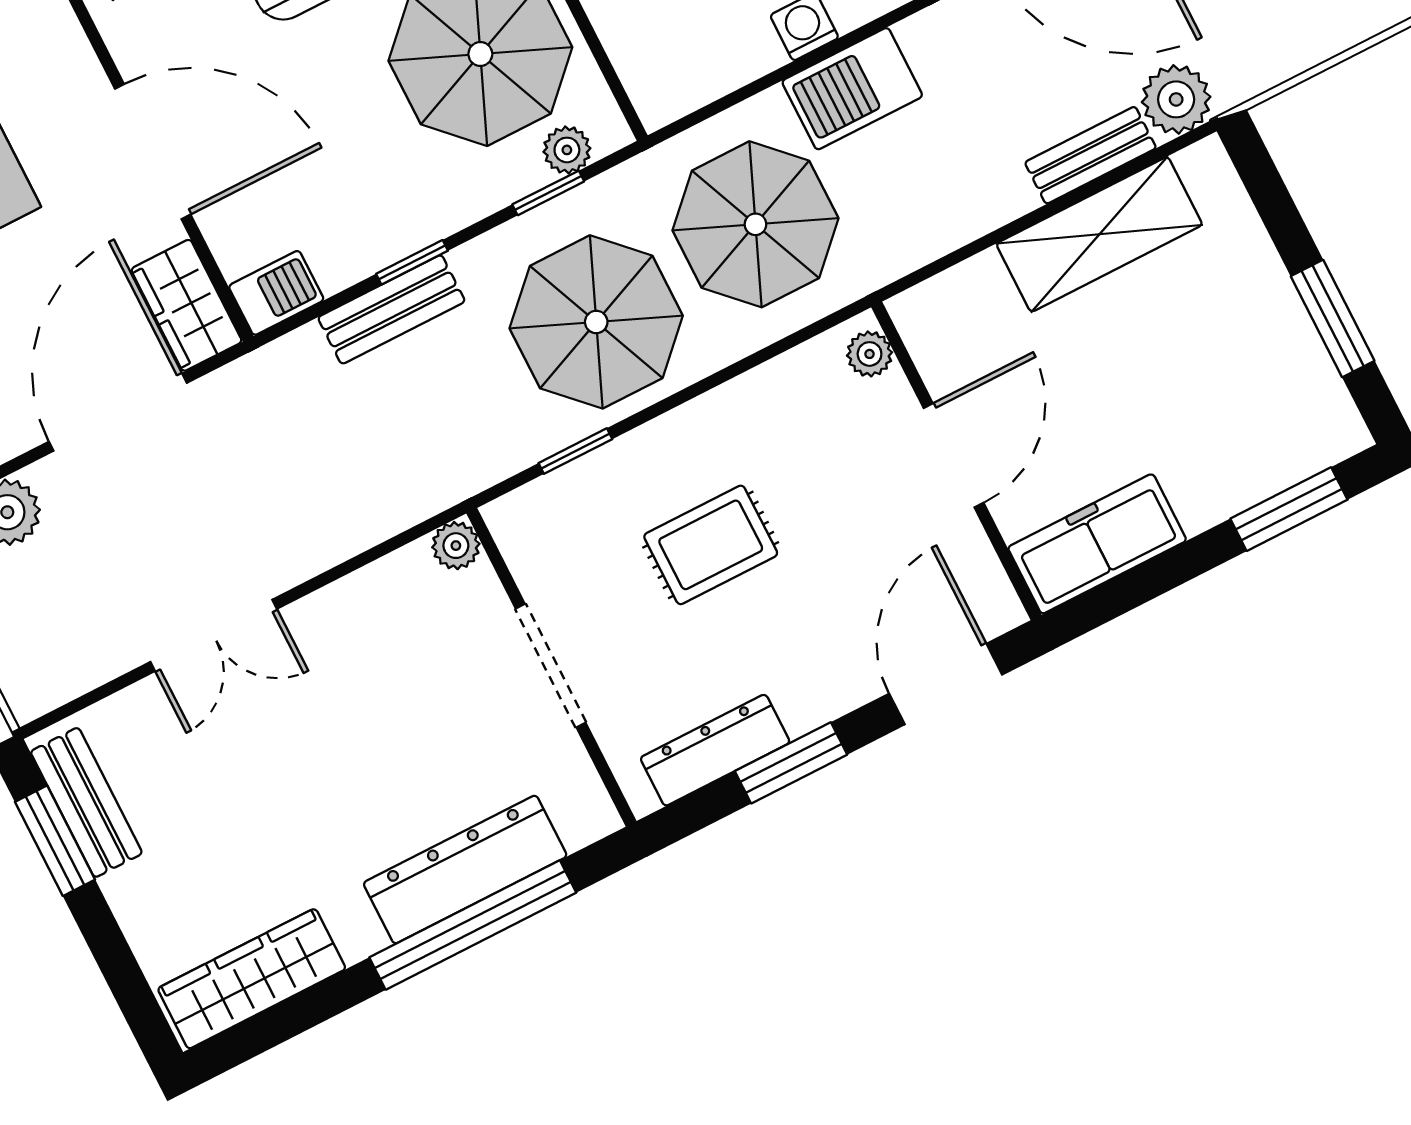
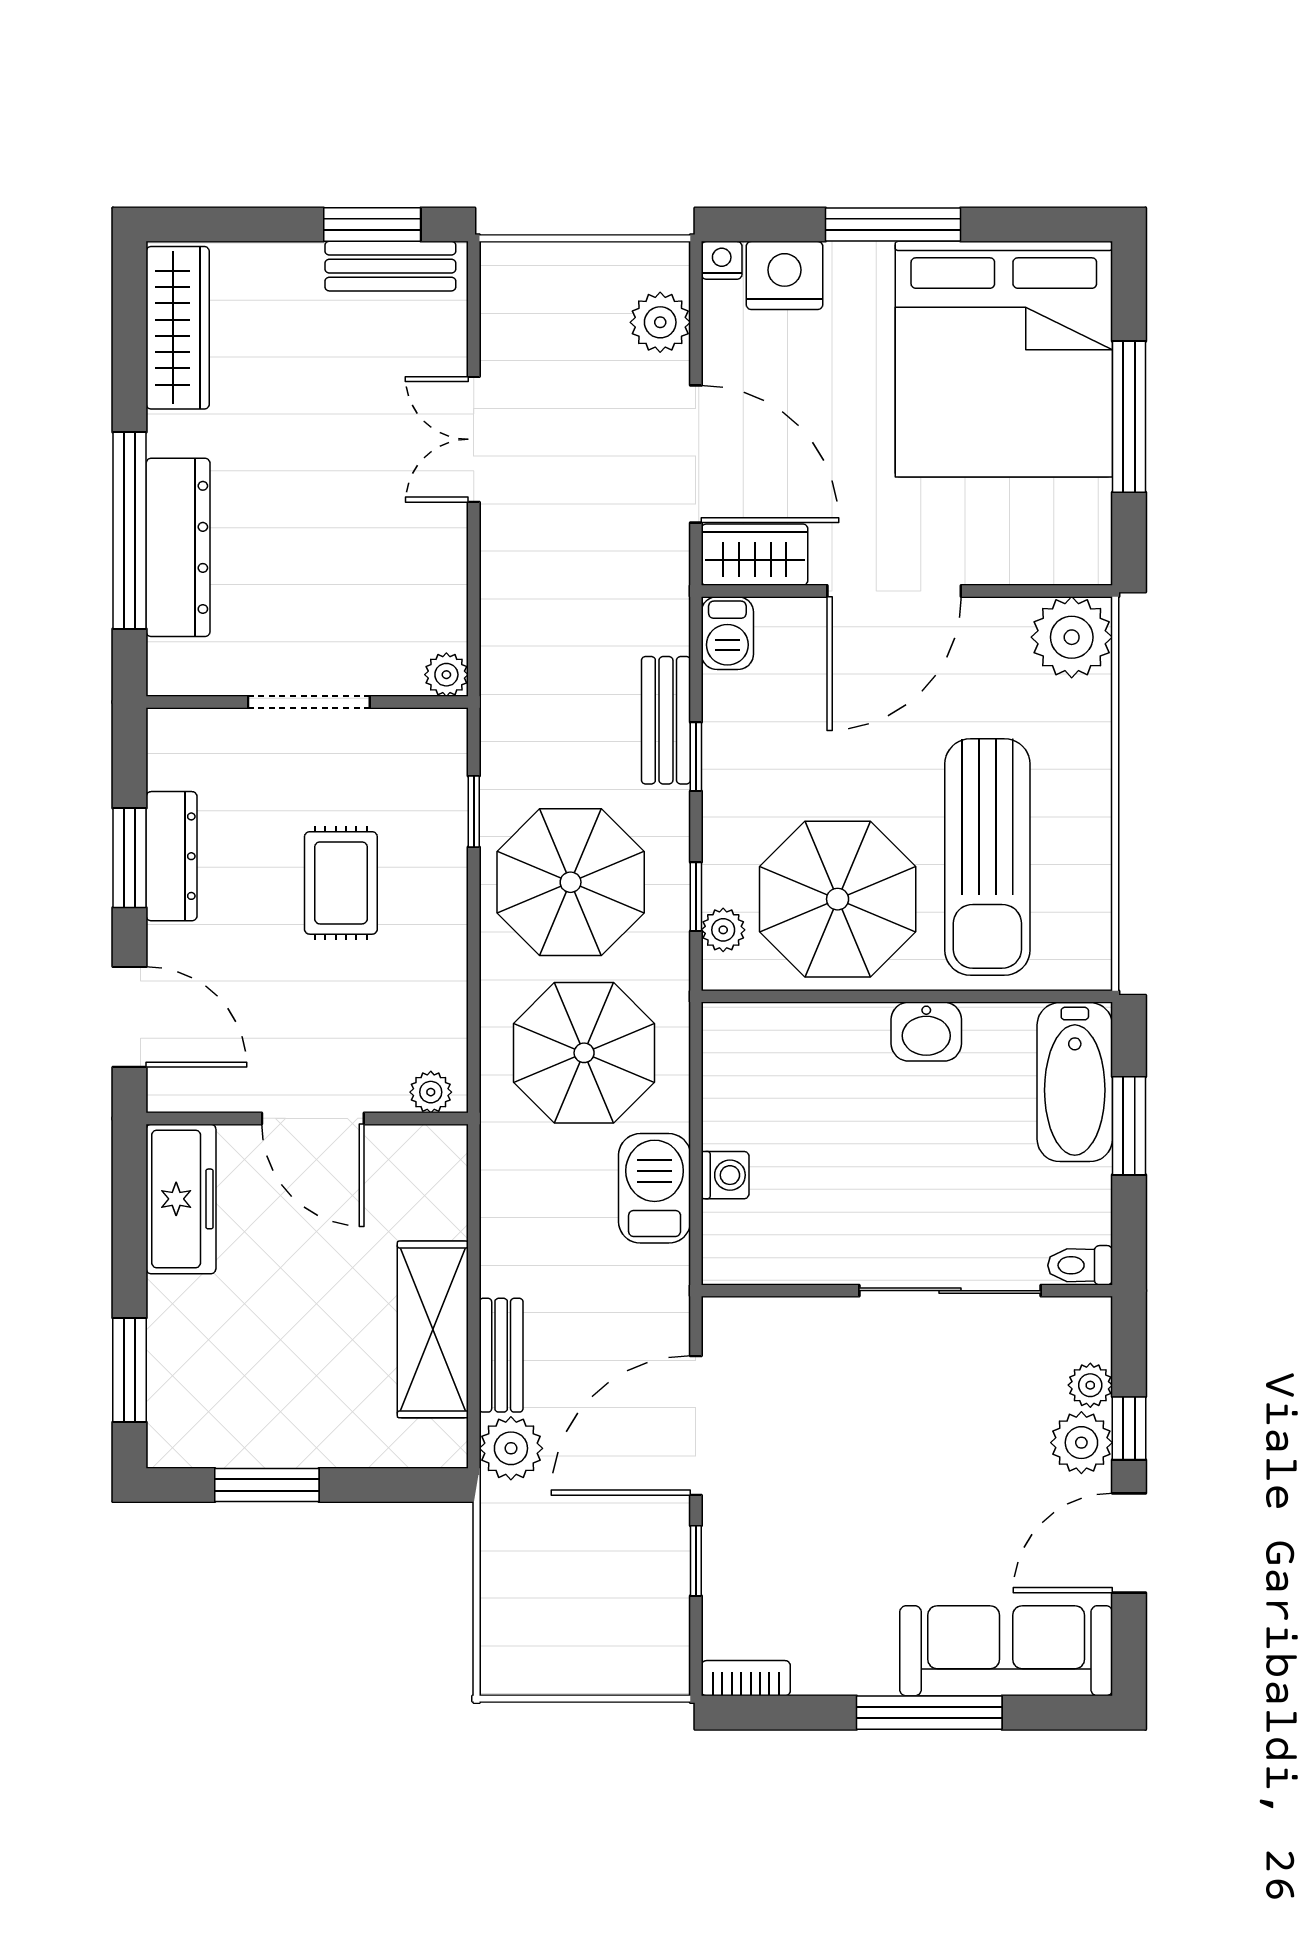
dresser: (715, 750) -> (172, 856), moved

